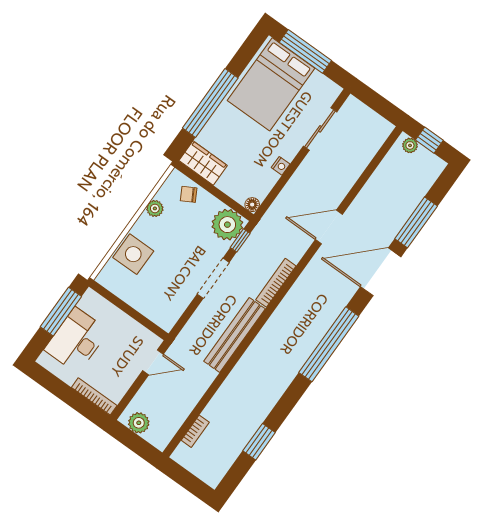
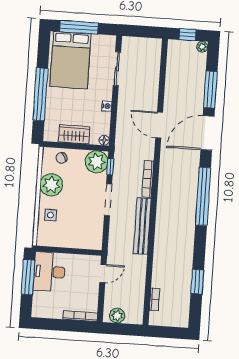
plant: (410, 145) -> (202, 47), moved
wardrobe: (203, 163) -> (74, 134), moved
plant: (155, 208) -> (51, 185), width x1.88, depth x1.88
door: (329, 227) -> (159, 125), hinge flipped
side table: (133, 254) -> (50, 215), width x0.54, depth x0.54
desk: (76, 340) -> (49, 272), moved

